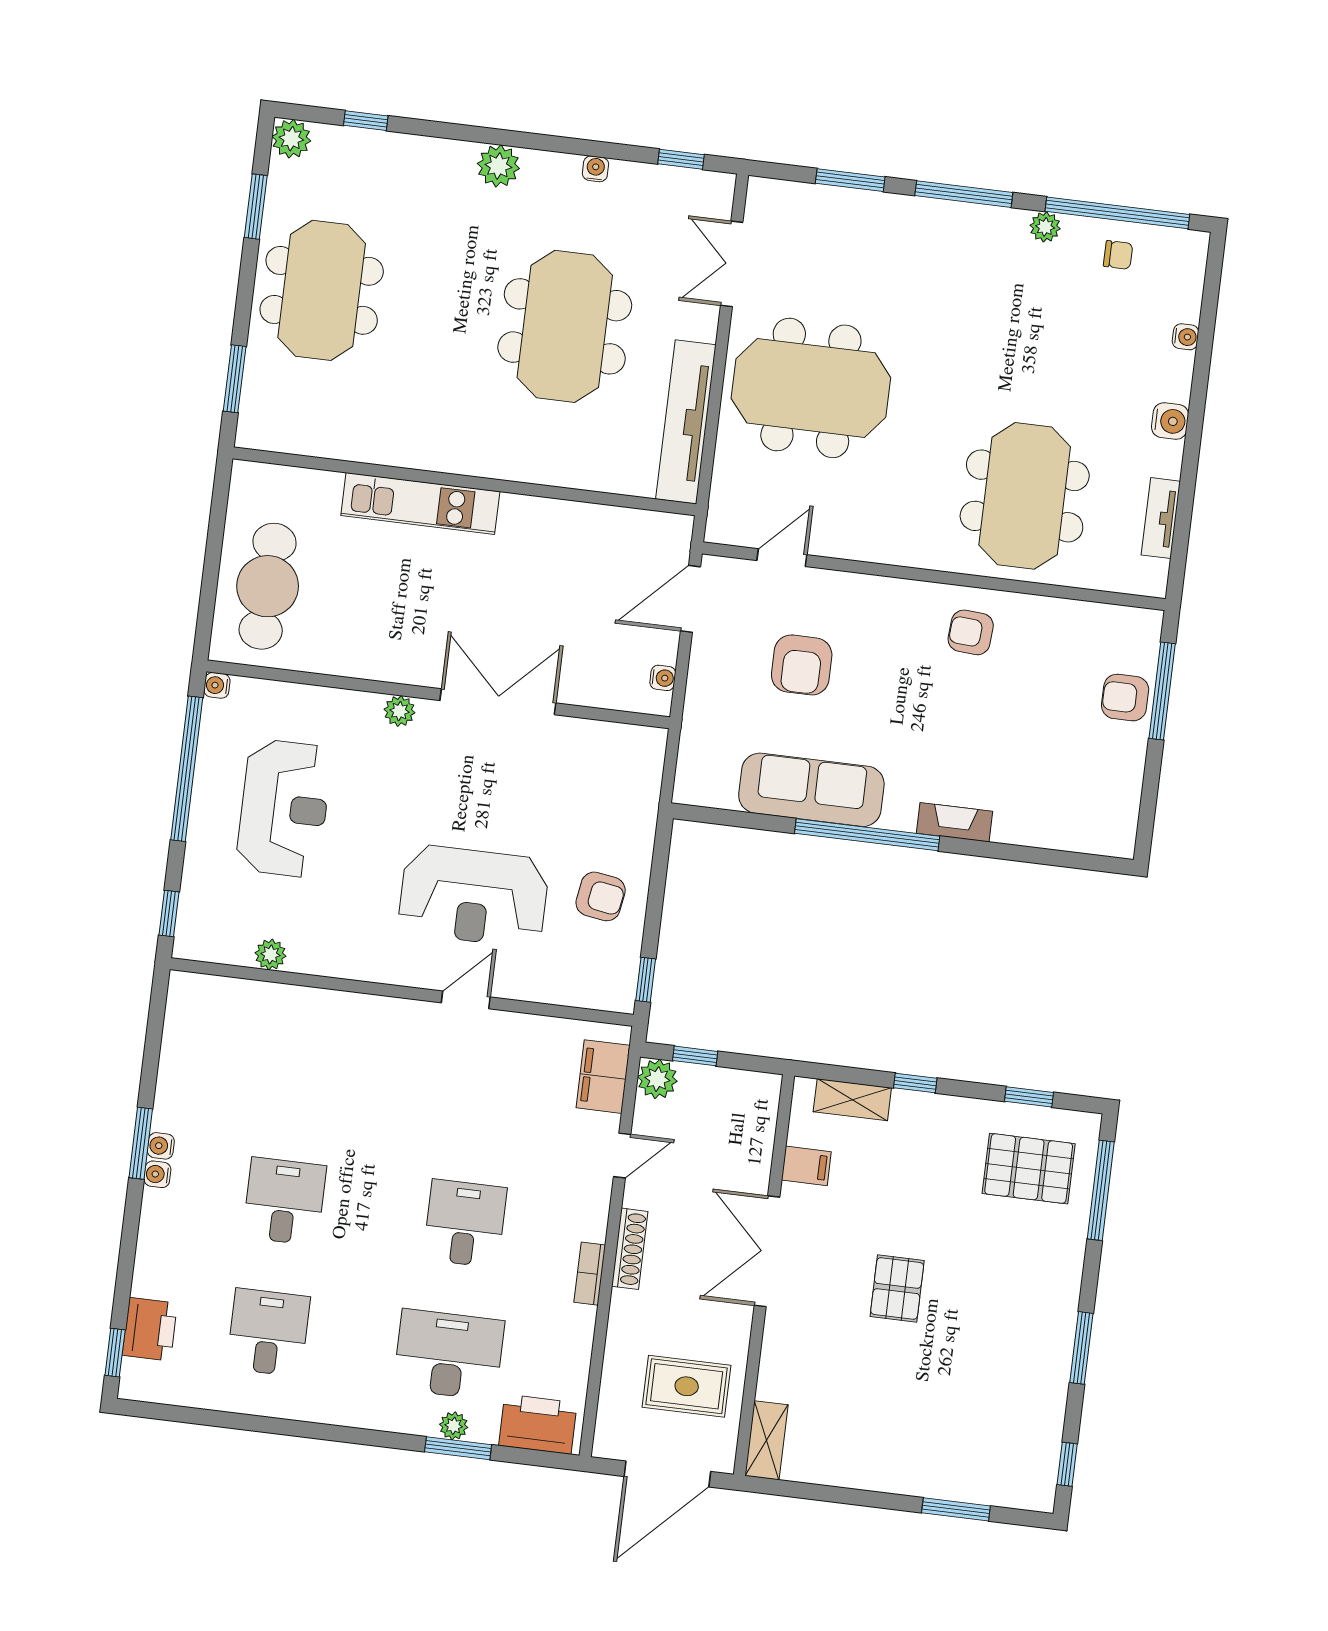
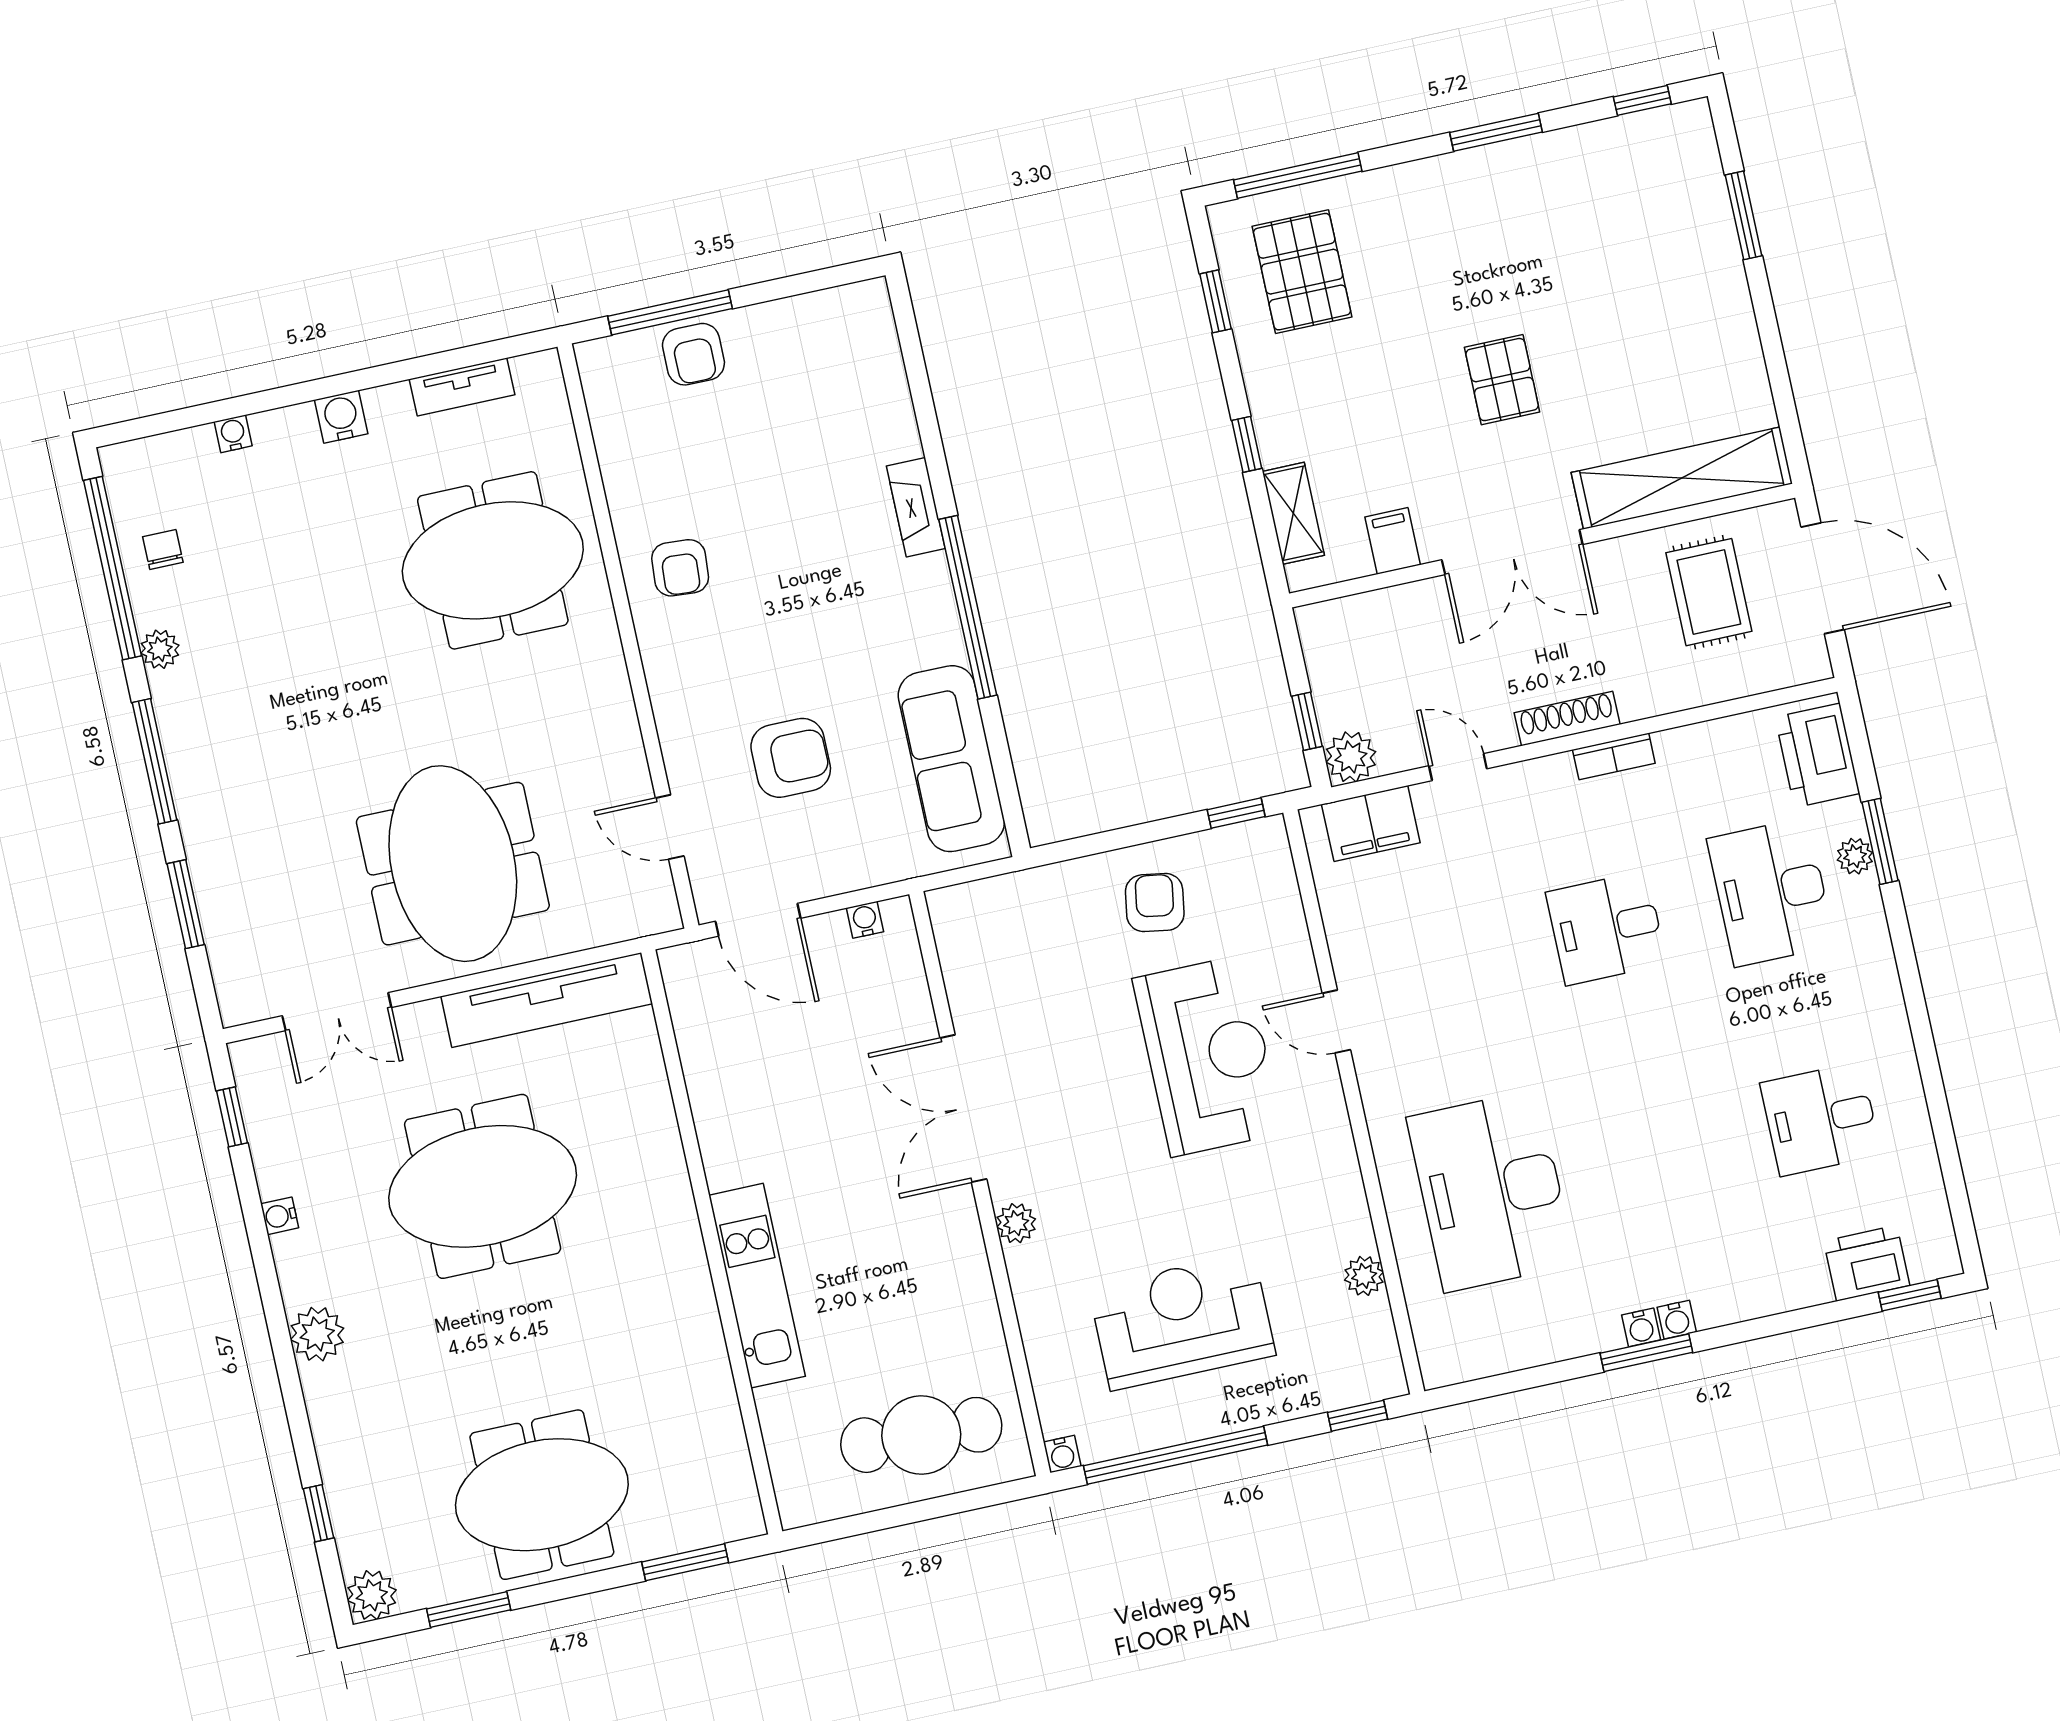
sofa: (811, 790) -> (951, 759), moved
desk: (284, 1201) -> (1491, 1191), moved, width x1.87, depth x1.30
pallet: (897, 1288) -> (1502, 380), turned 90
shelving: (767, 1440) -> (1682, 478), width x2.20, depth x1.33

